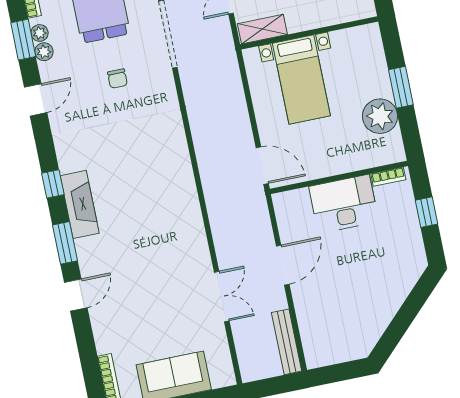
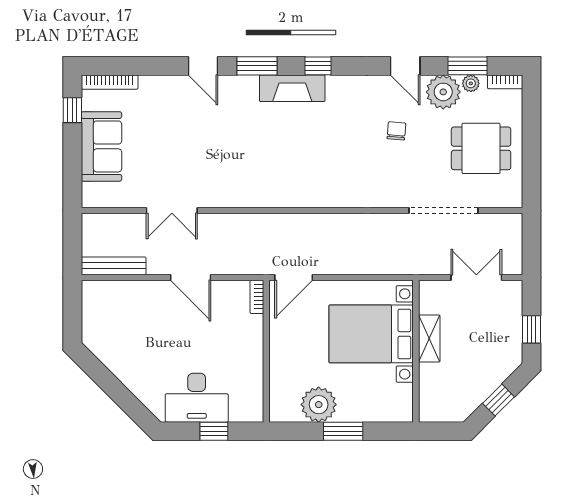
shelving: (262, 29) -> (429, 338), moved
plant: (44, 52) -> (443, 92), width x1.87, depth x1.87
chair: (117, 79) -> (396, 131), moved, turned 95
bed with nightstands: (301, 80) -> (371, 334), width x1.36
bookcase: (388, 177) -> (257, 297), moved
desk: (344, 204) -> (197, 398), moved, turned 90

